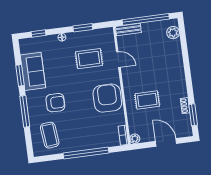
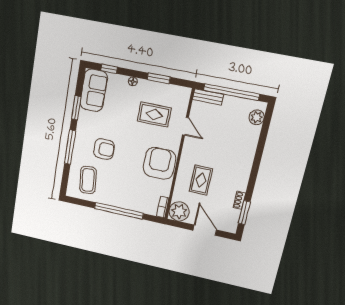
sofa: (33, 71) -> (94, 90), moved
rug: (147, 100) -> (201, 180), turned 90
plant: (135, 139) -> (179, 211), width x1.87, depth x1.87

